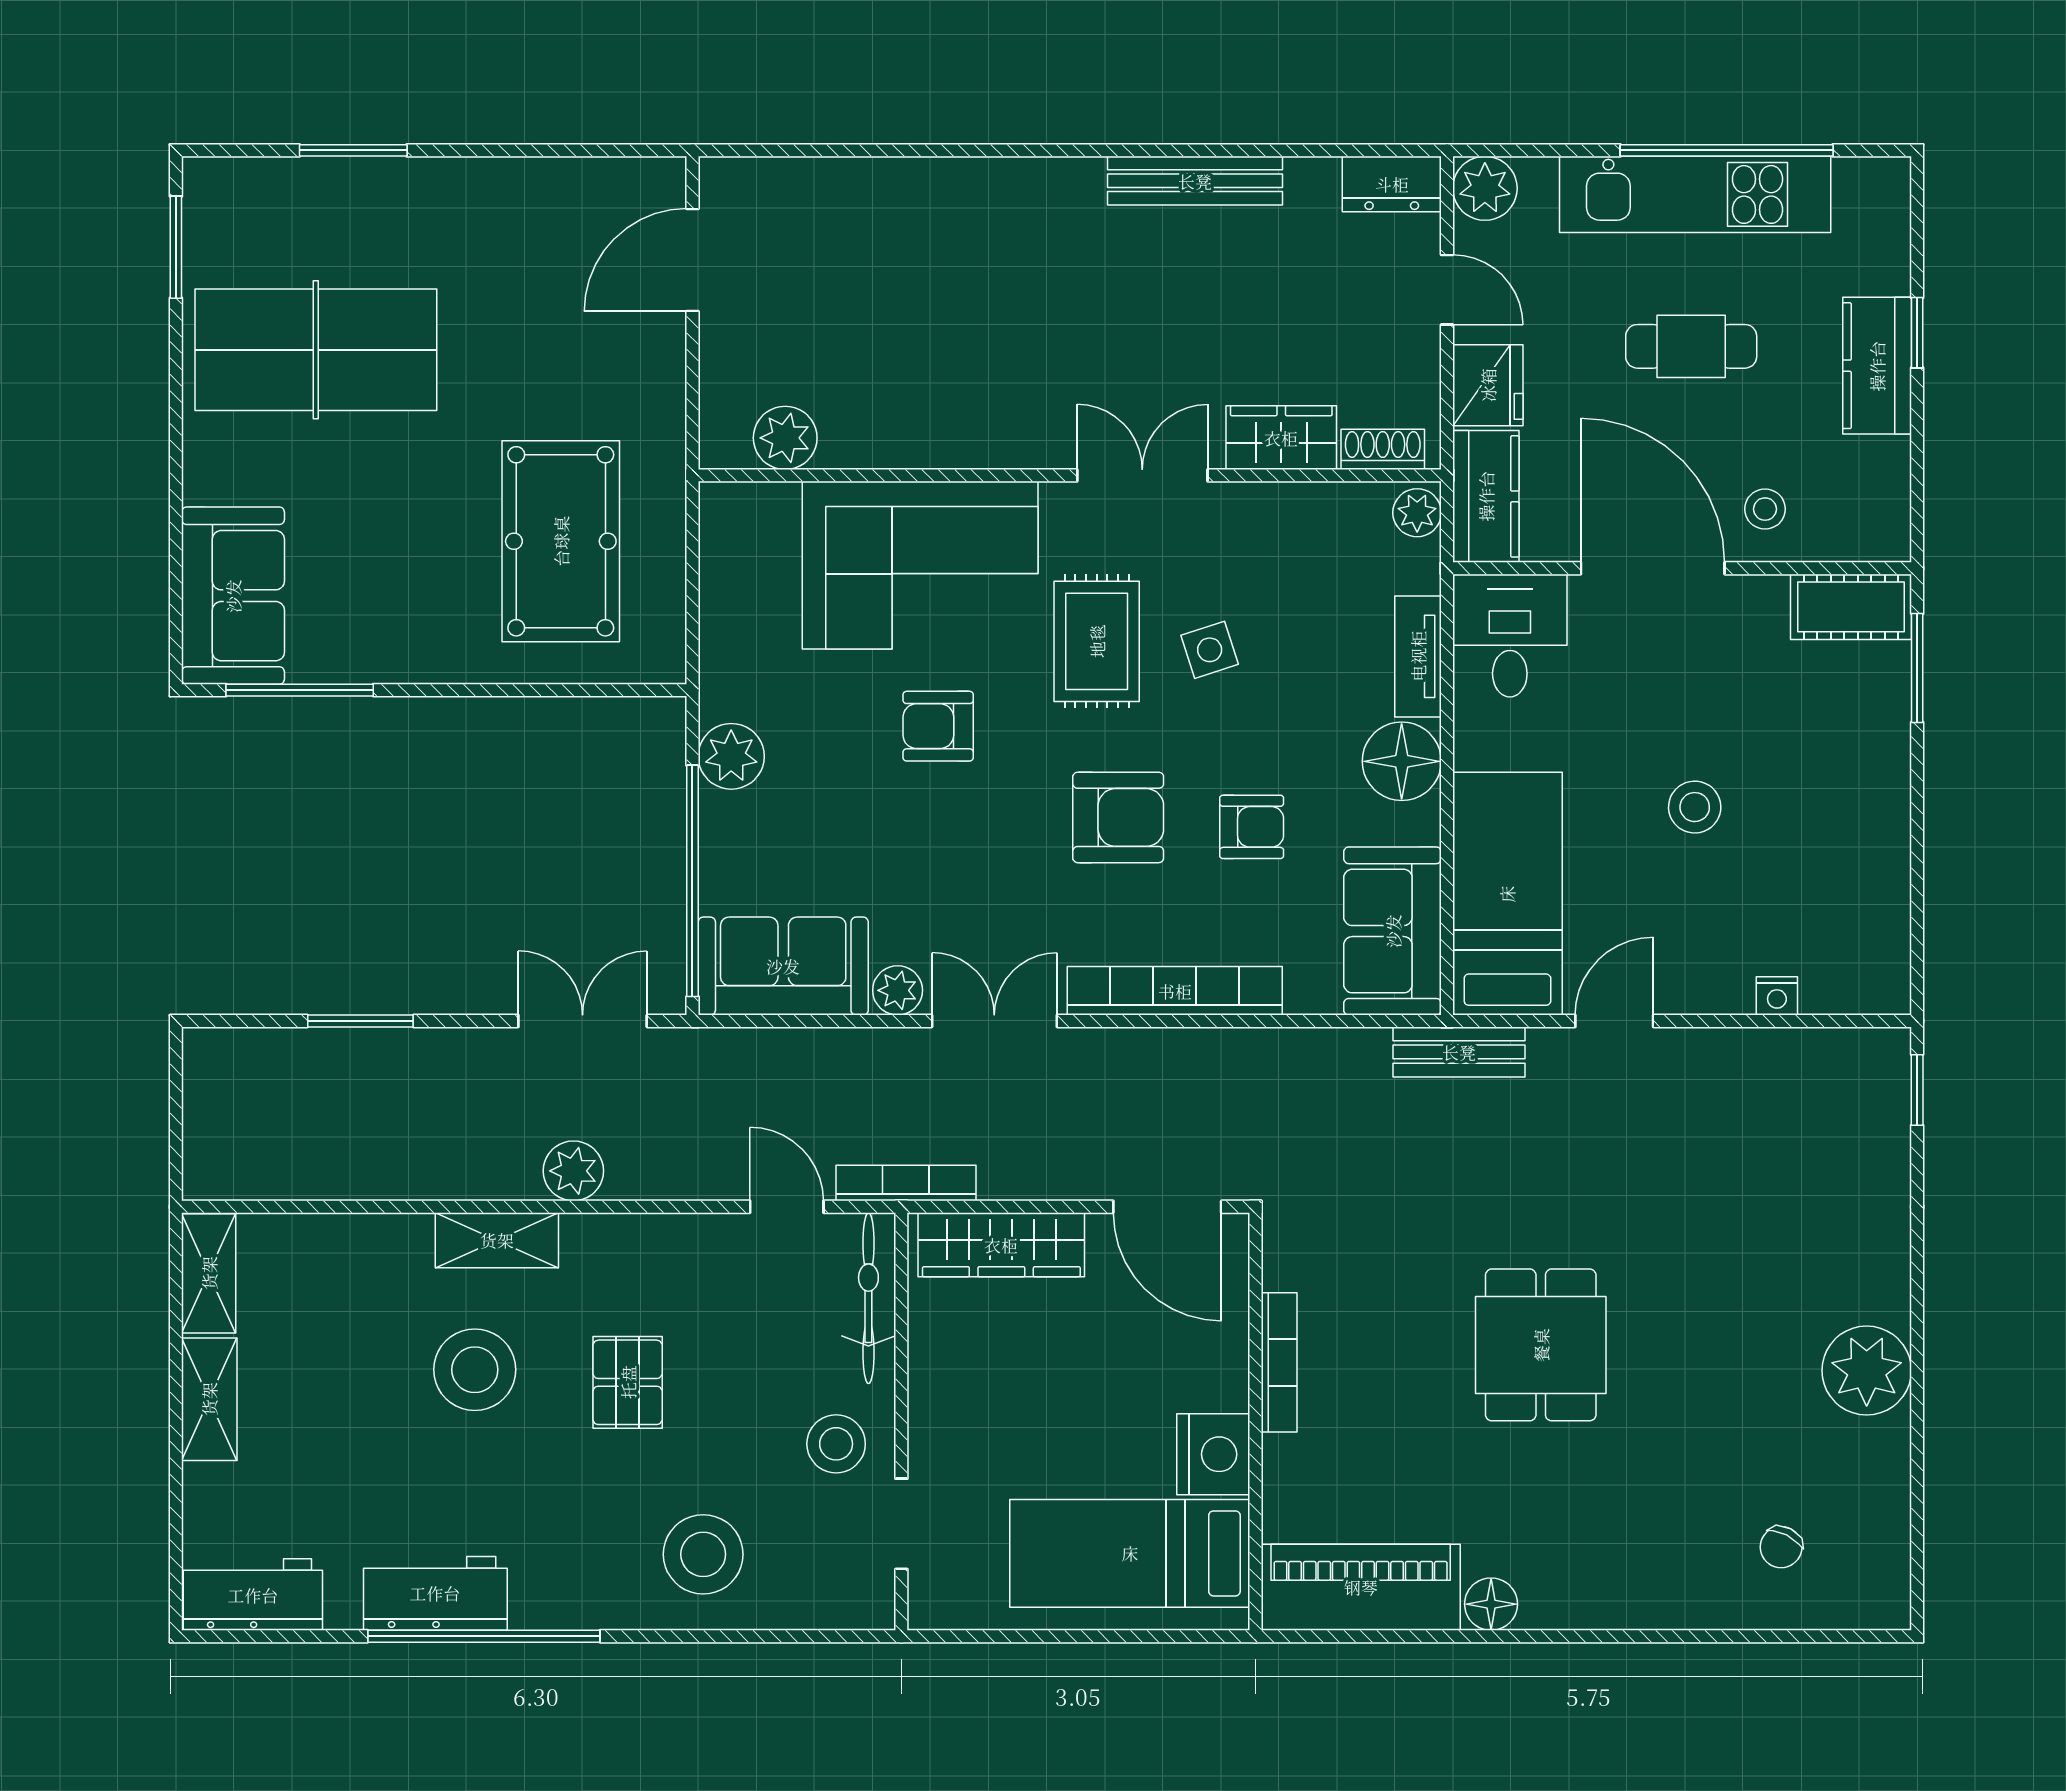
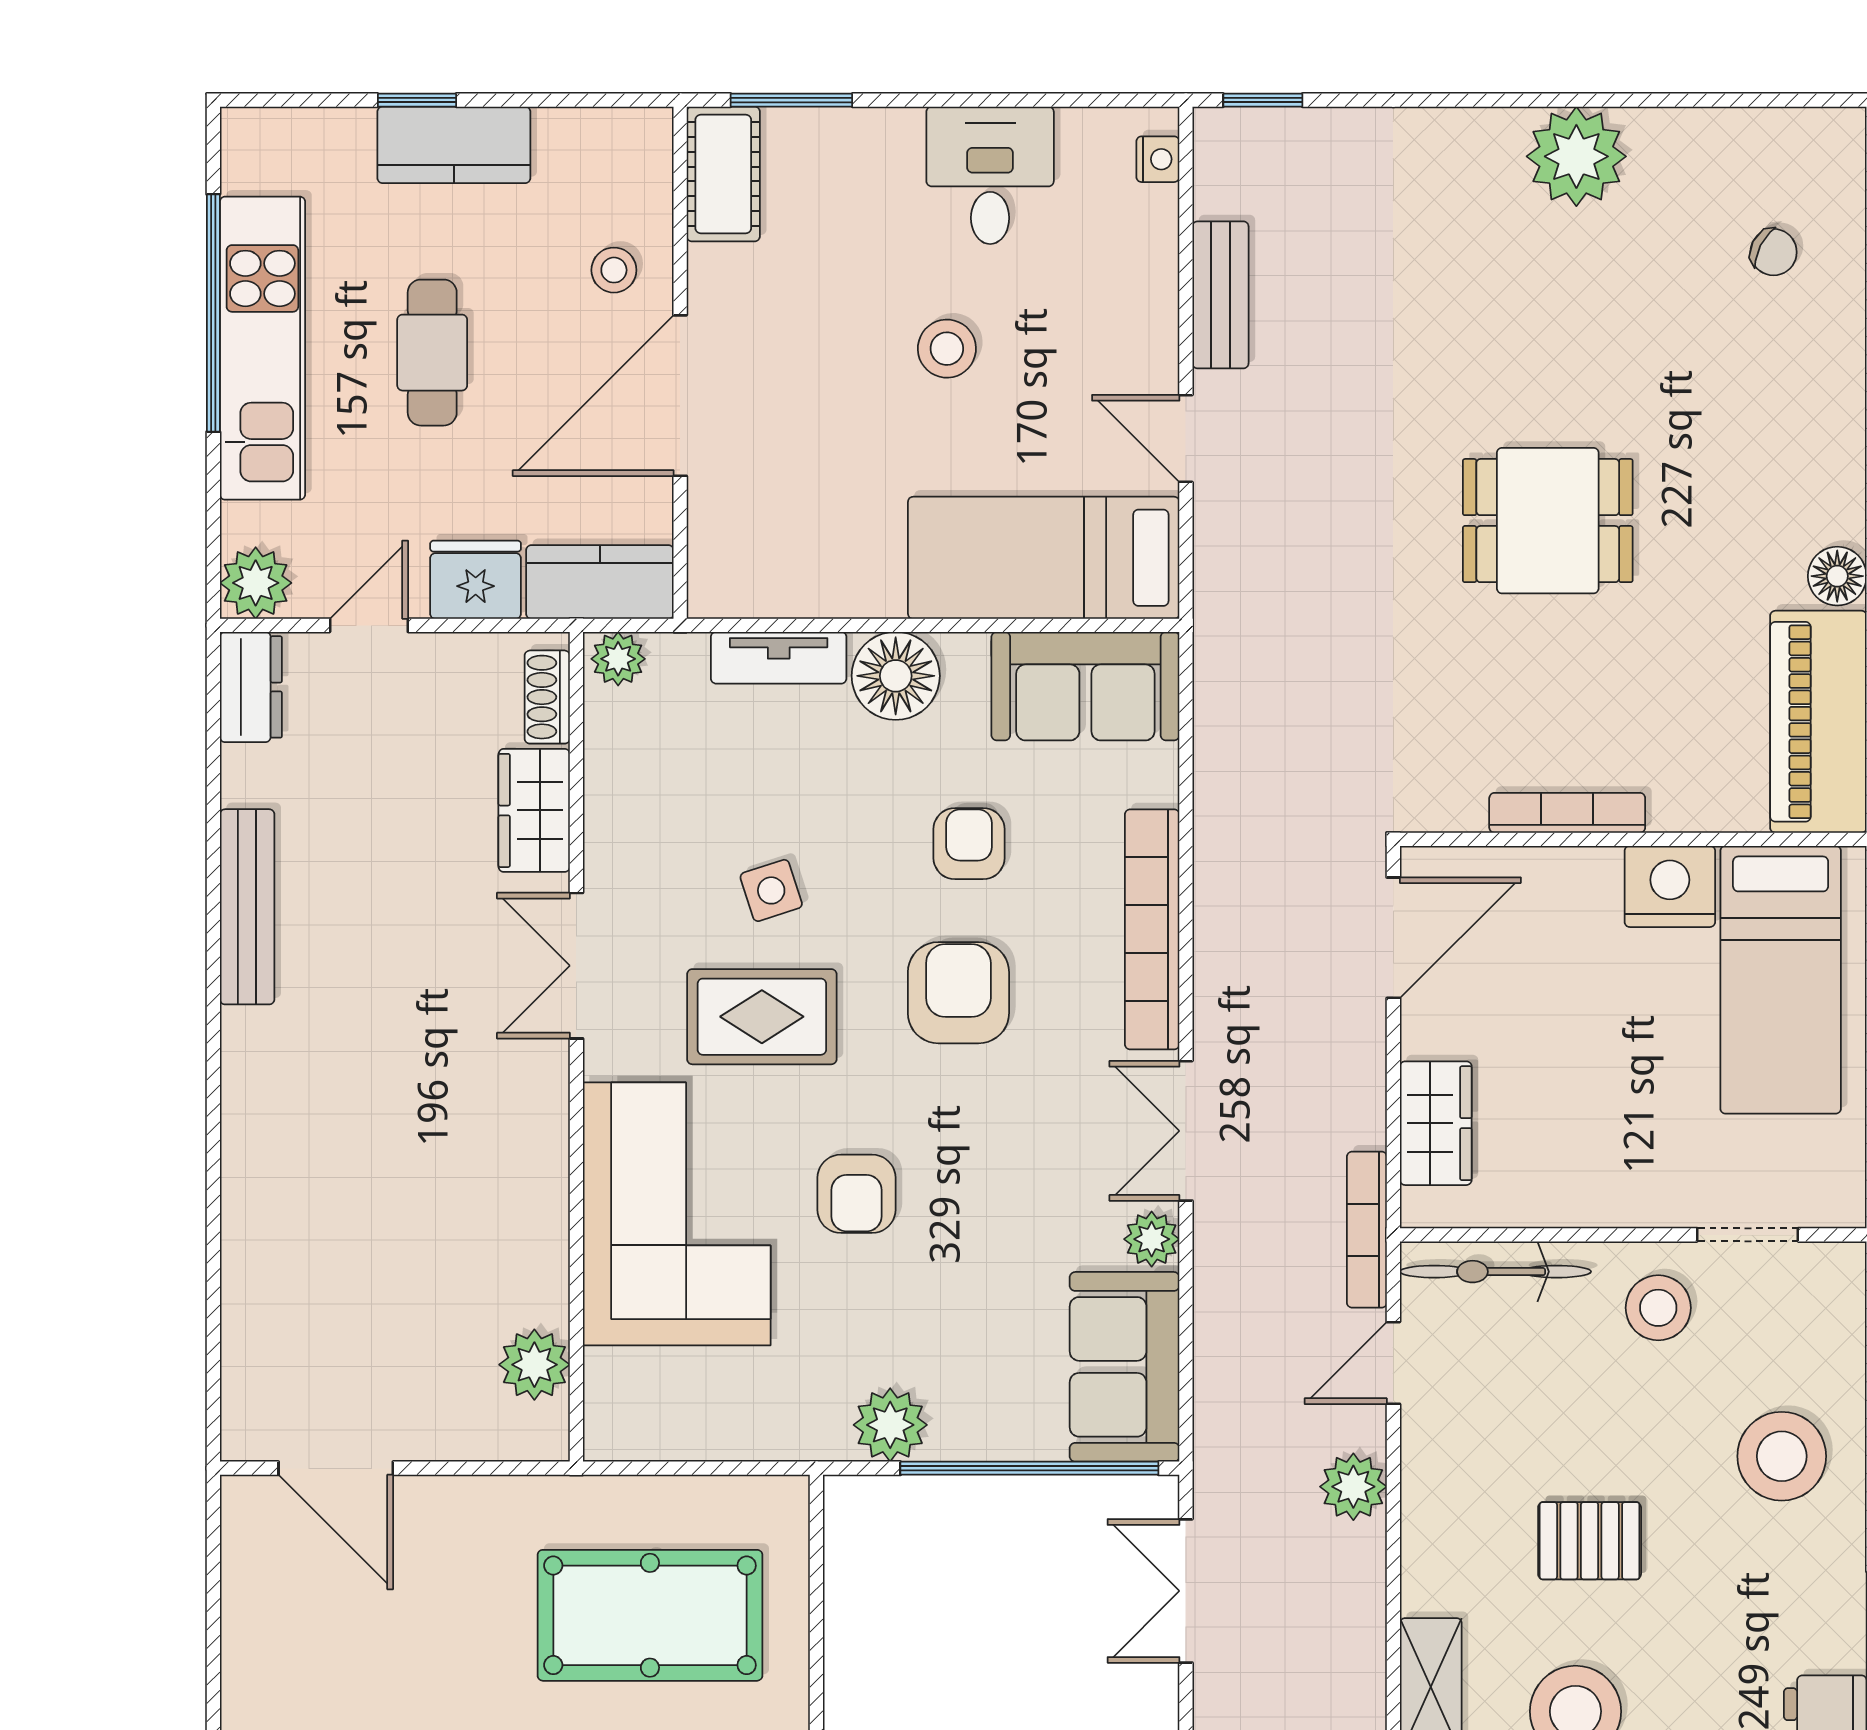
desk: (1510, 636) -> (990, 175), moved, turned 90
nightstand: (1777, 996) -> (1158, 159), moved
bench: (1459, 1052) -> (1220, 295), moved
plant: (573, 1171) -> (1353, 1487), moved
wardrobe: (1001, 1245) -> (1436, 1123), width x0.67

